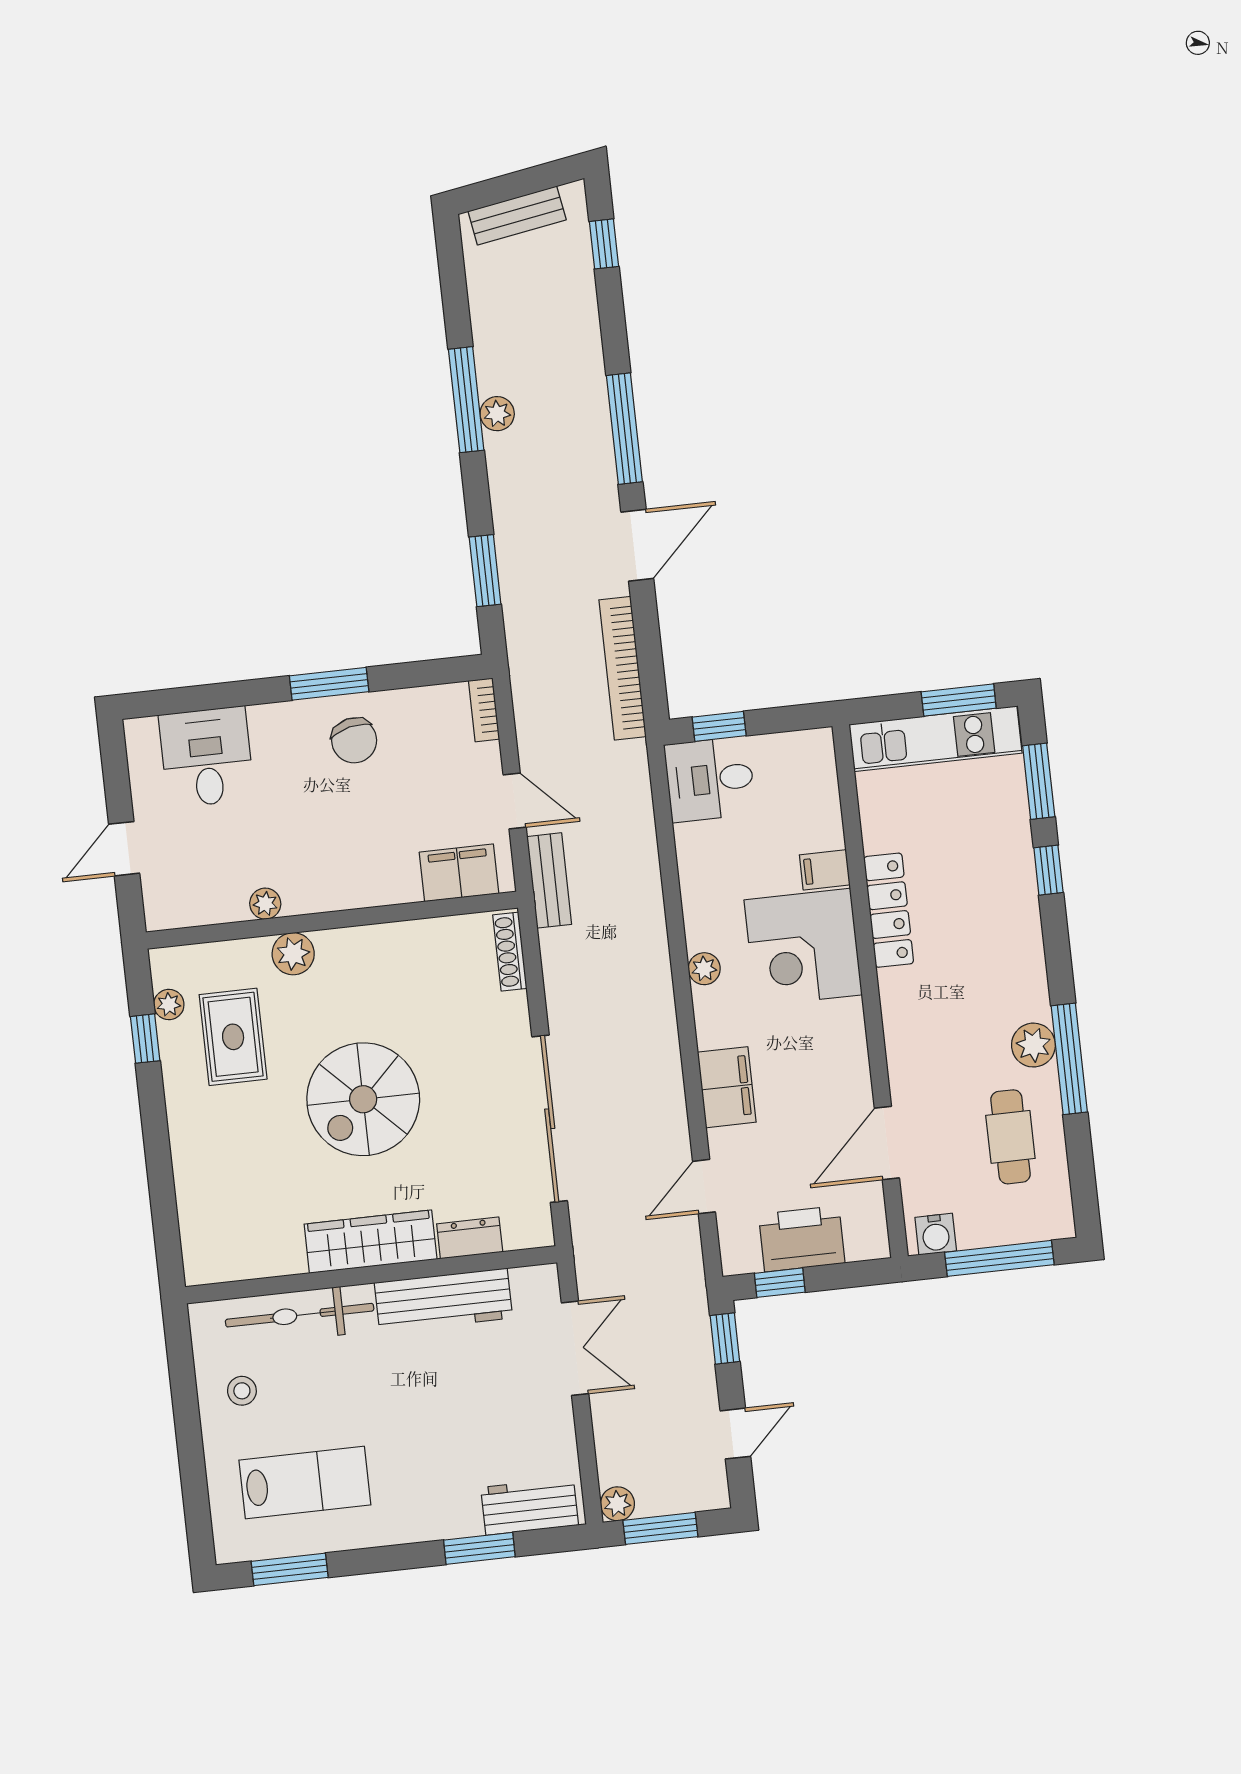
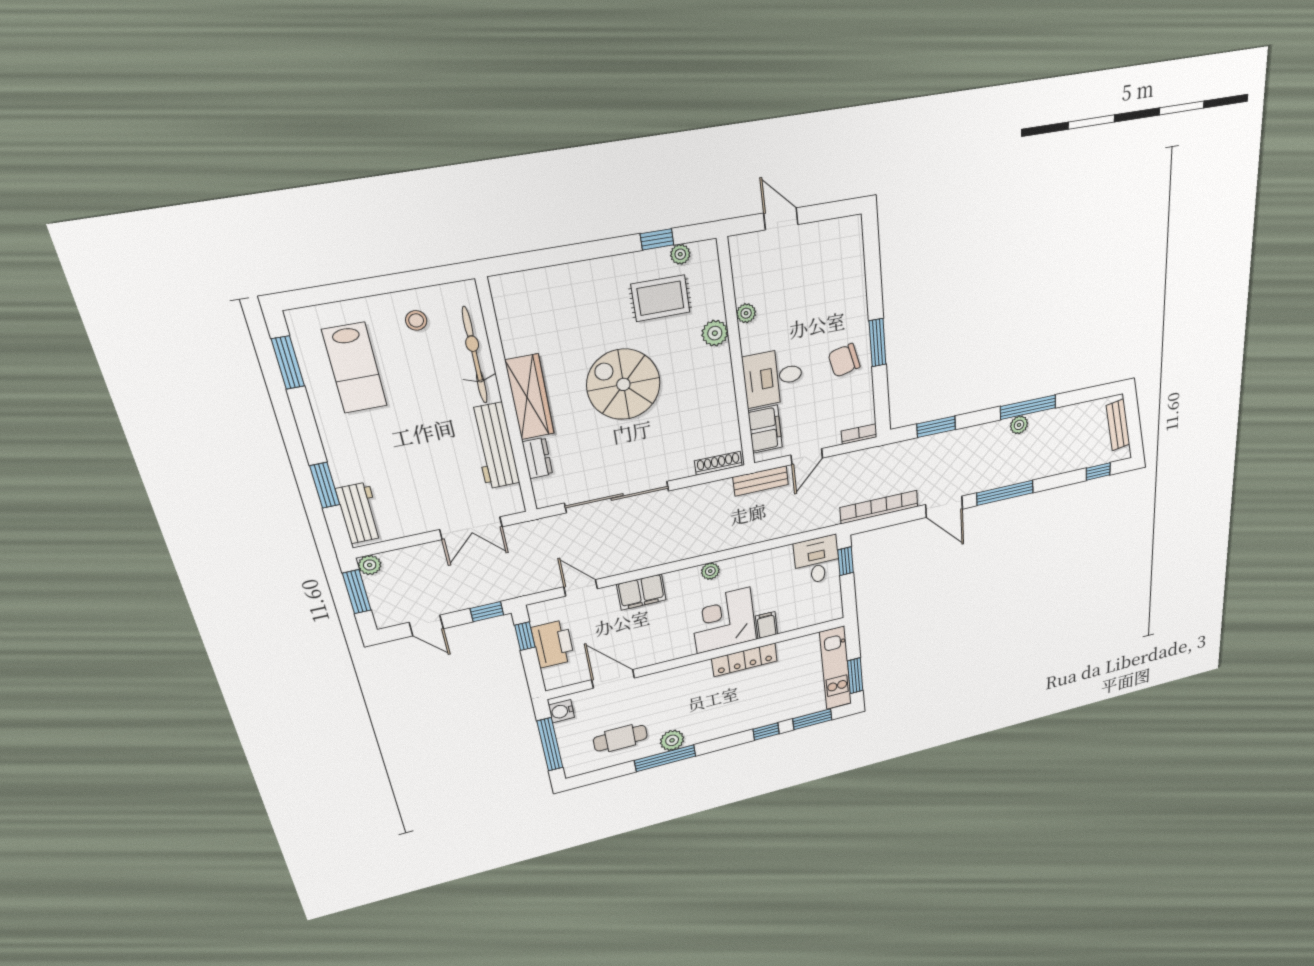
desk: (207, 757) -> (773, 377), moved, turned 180

